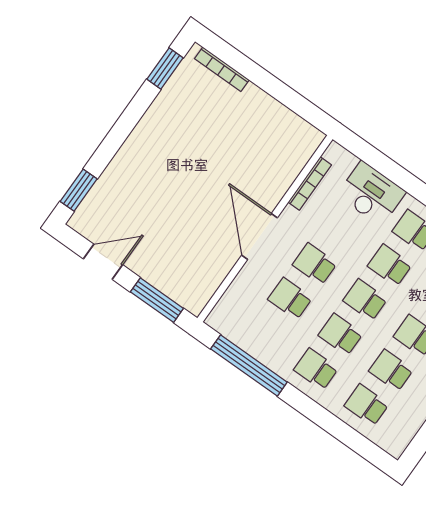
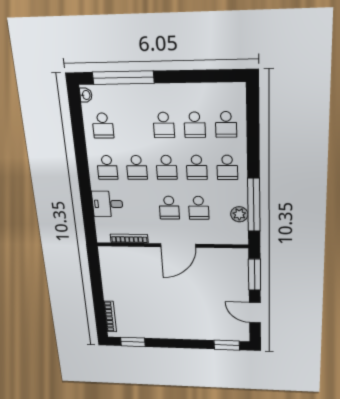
desk: (371, 193) -> (107, 204), width x0.73
plant: (249, 340) -> (239, 214), added

